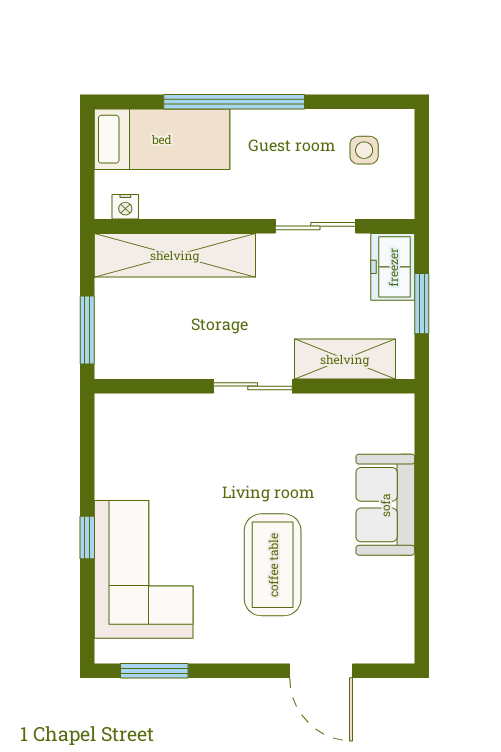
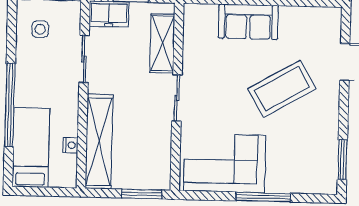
nightstand: (125, 207) -> (70, 145), moved
window: (87, 538) -> (263, 197), width x2.17
coffee table: (273, 565) -> (282, 89), turned -30
corner sofa: (144, 569) -> (225, 163), moved

